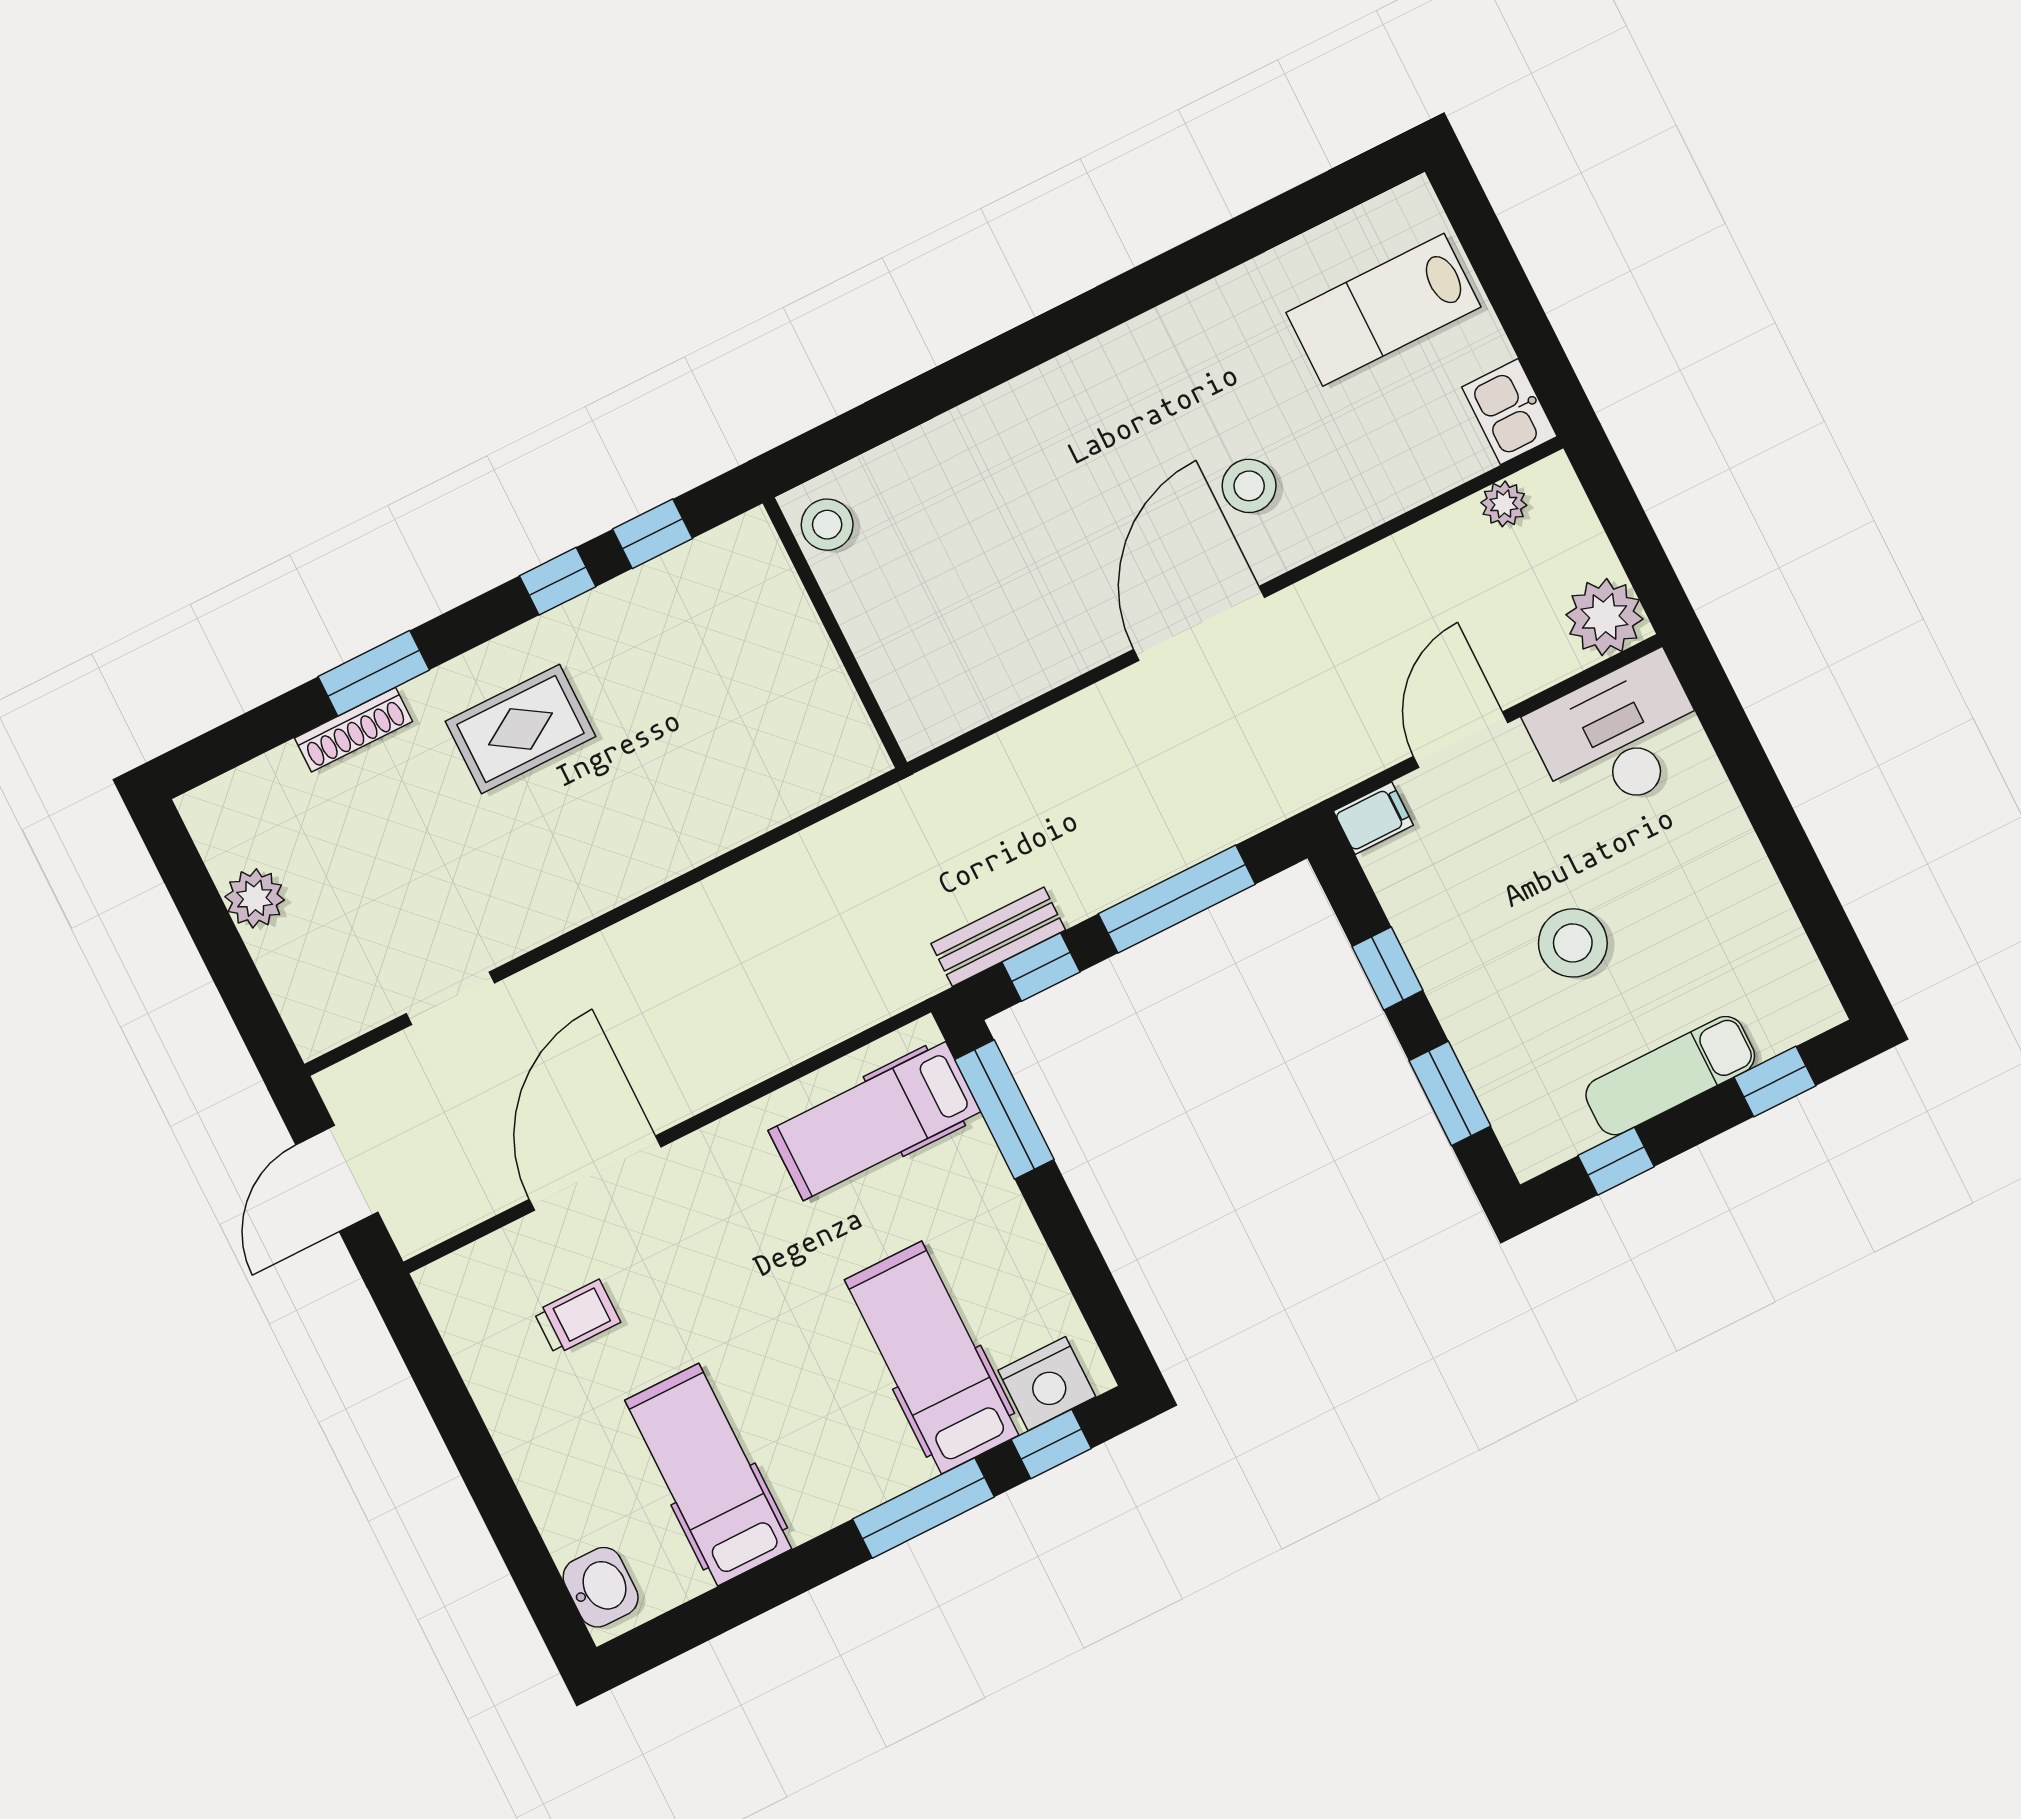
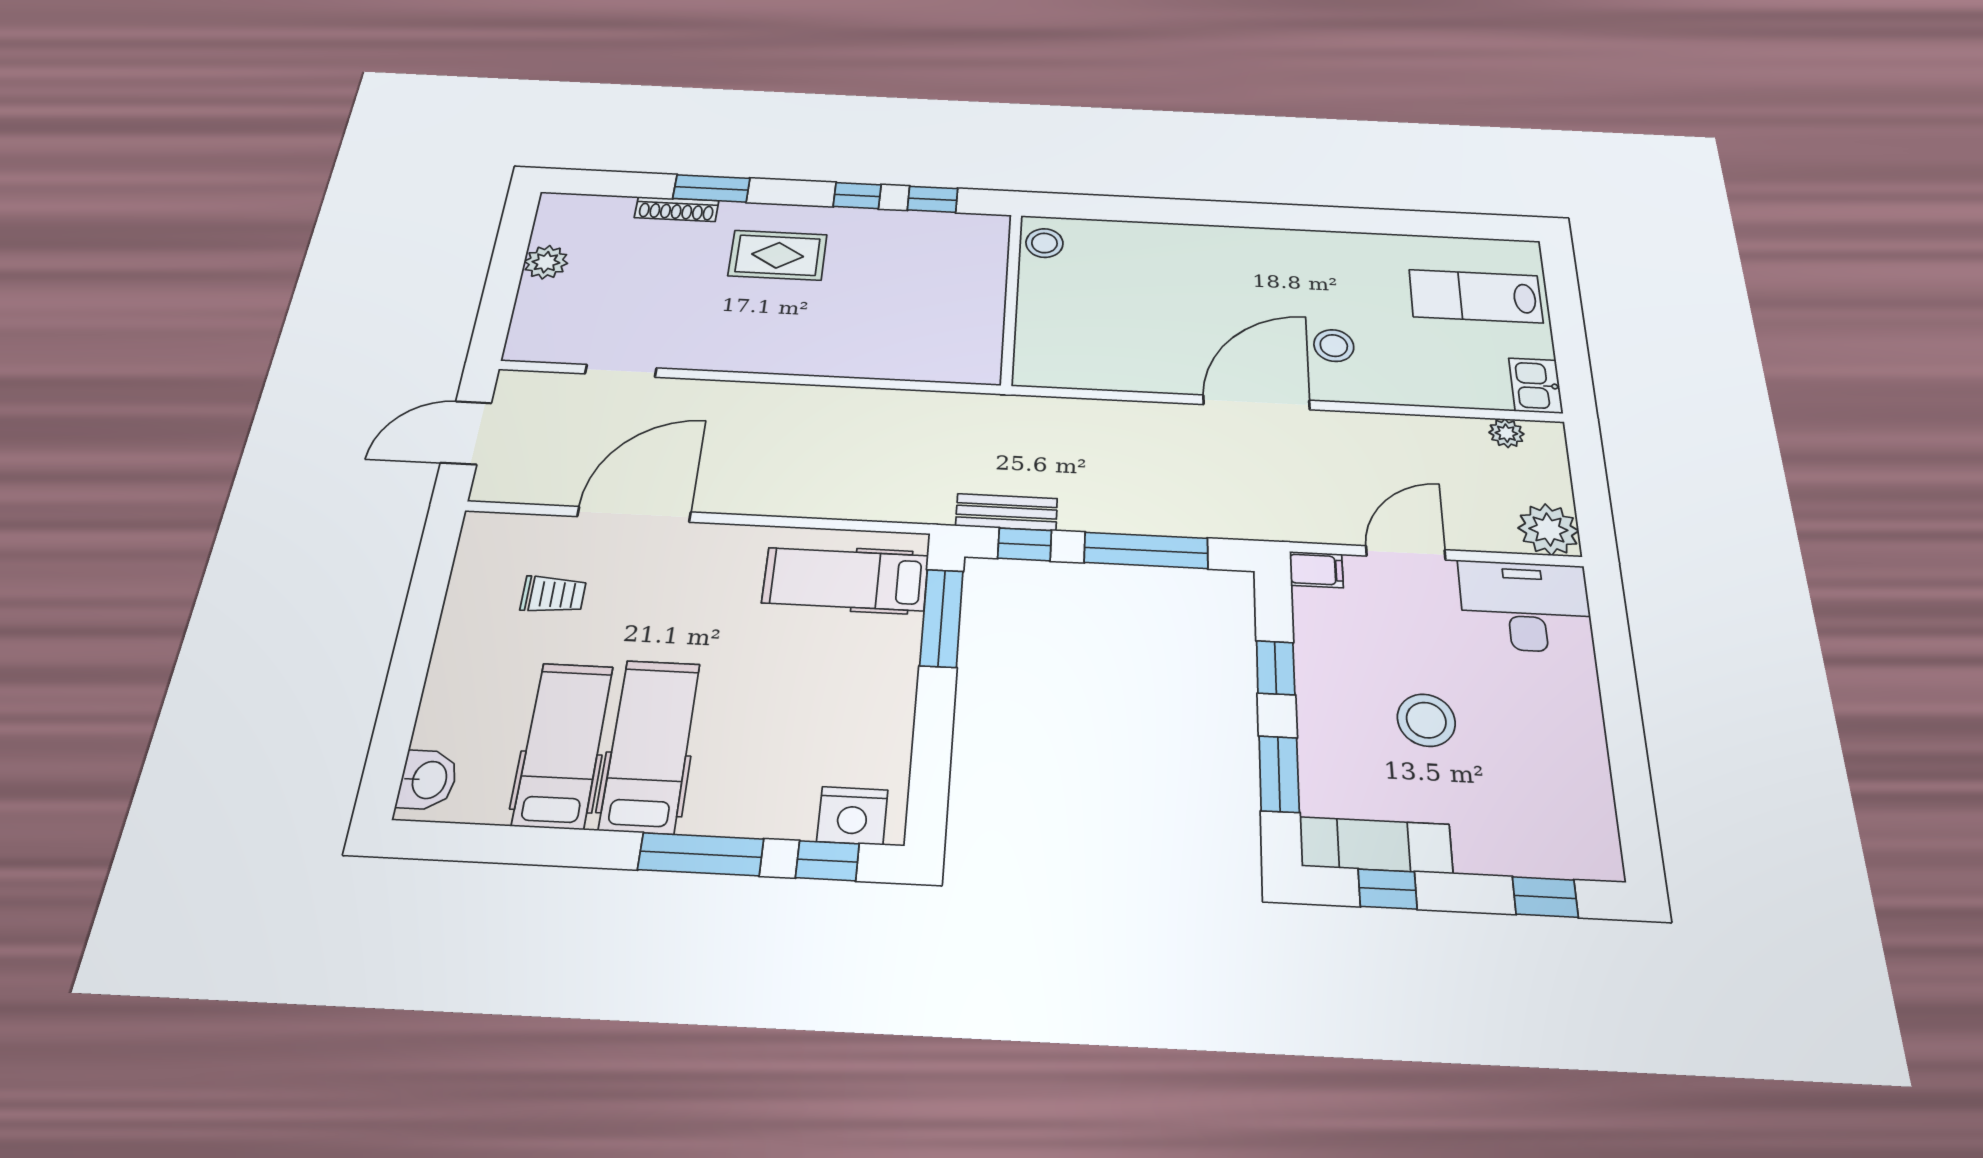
exam couch: (1670, 1076) -> (1376, 845), moved
hospital bed: (932, 1357) -> (650, 746), moved

